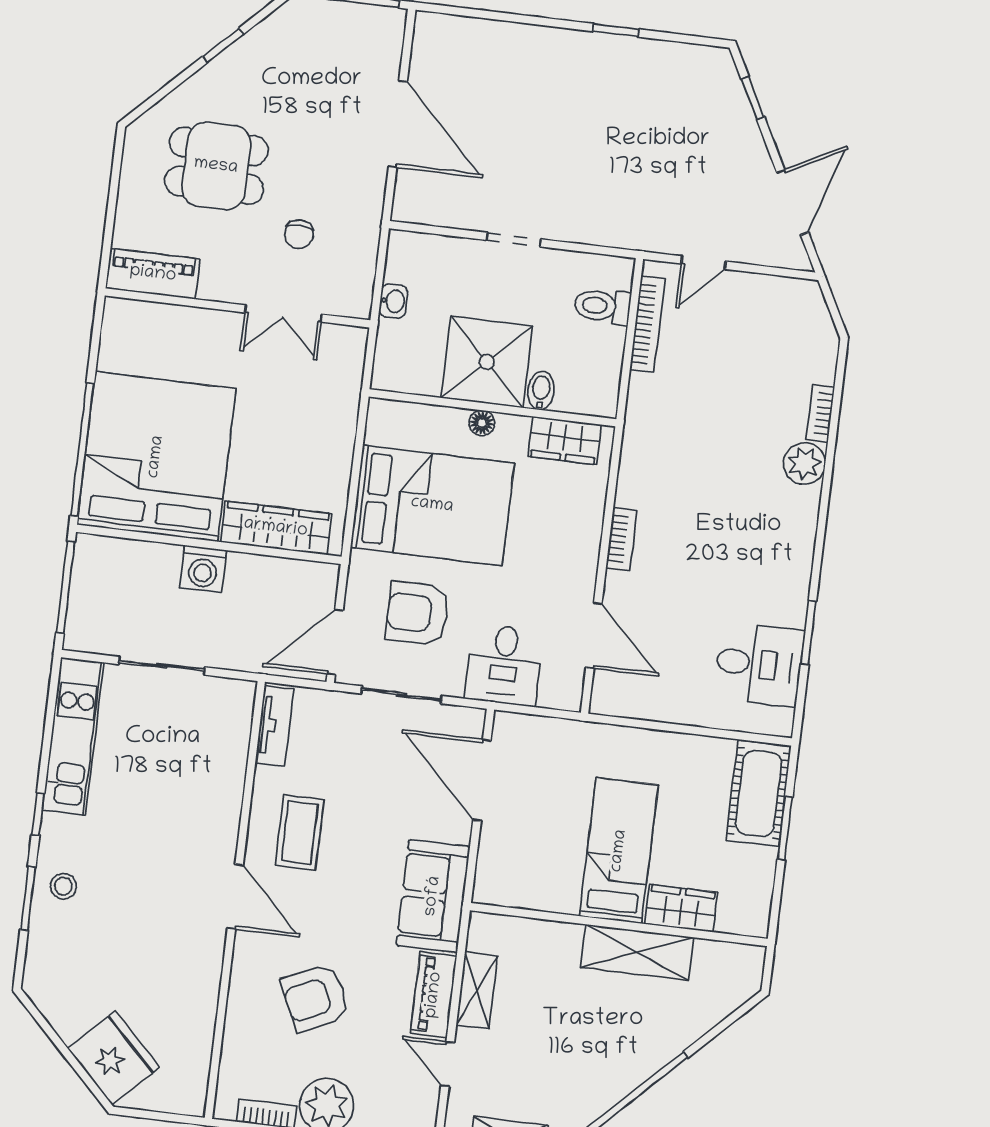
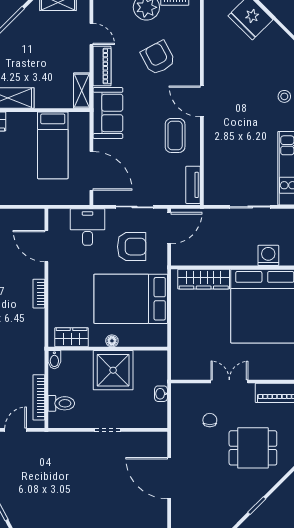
double door: (283, 313) -> (229, 382), moved
bidet: (541, 391) -> (54, 360), moved
washing machine: (203, 569) -> (268, 255), moved
bed: (619, 851) -> (53, 145), moved
shelving: (477, 990) -> (82, 91), moved
armchair: (315, 998) -> (158, 58), turned -93

